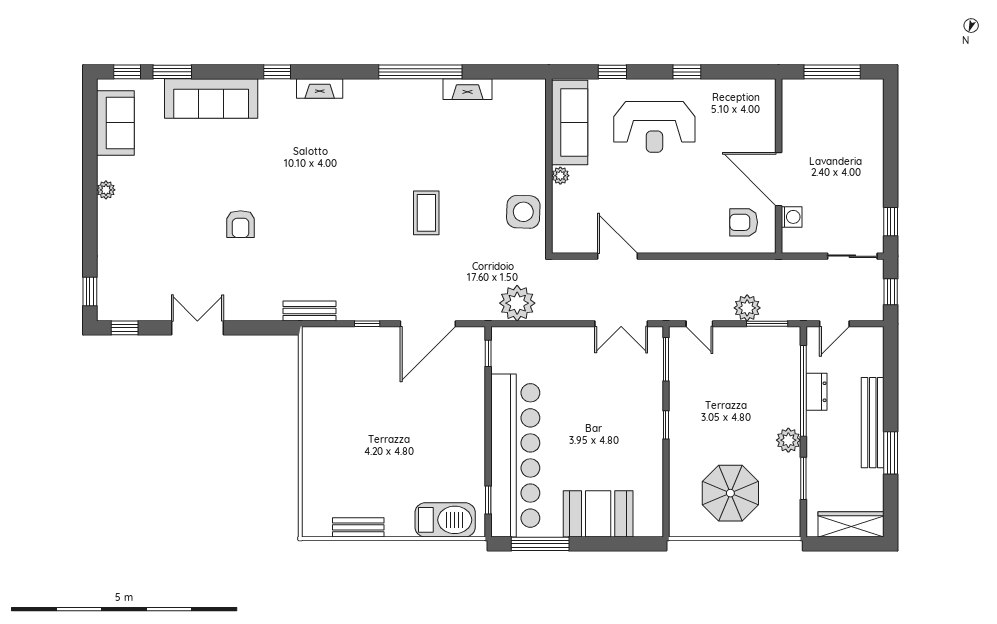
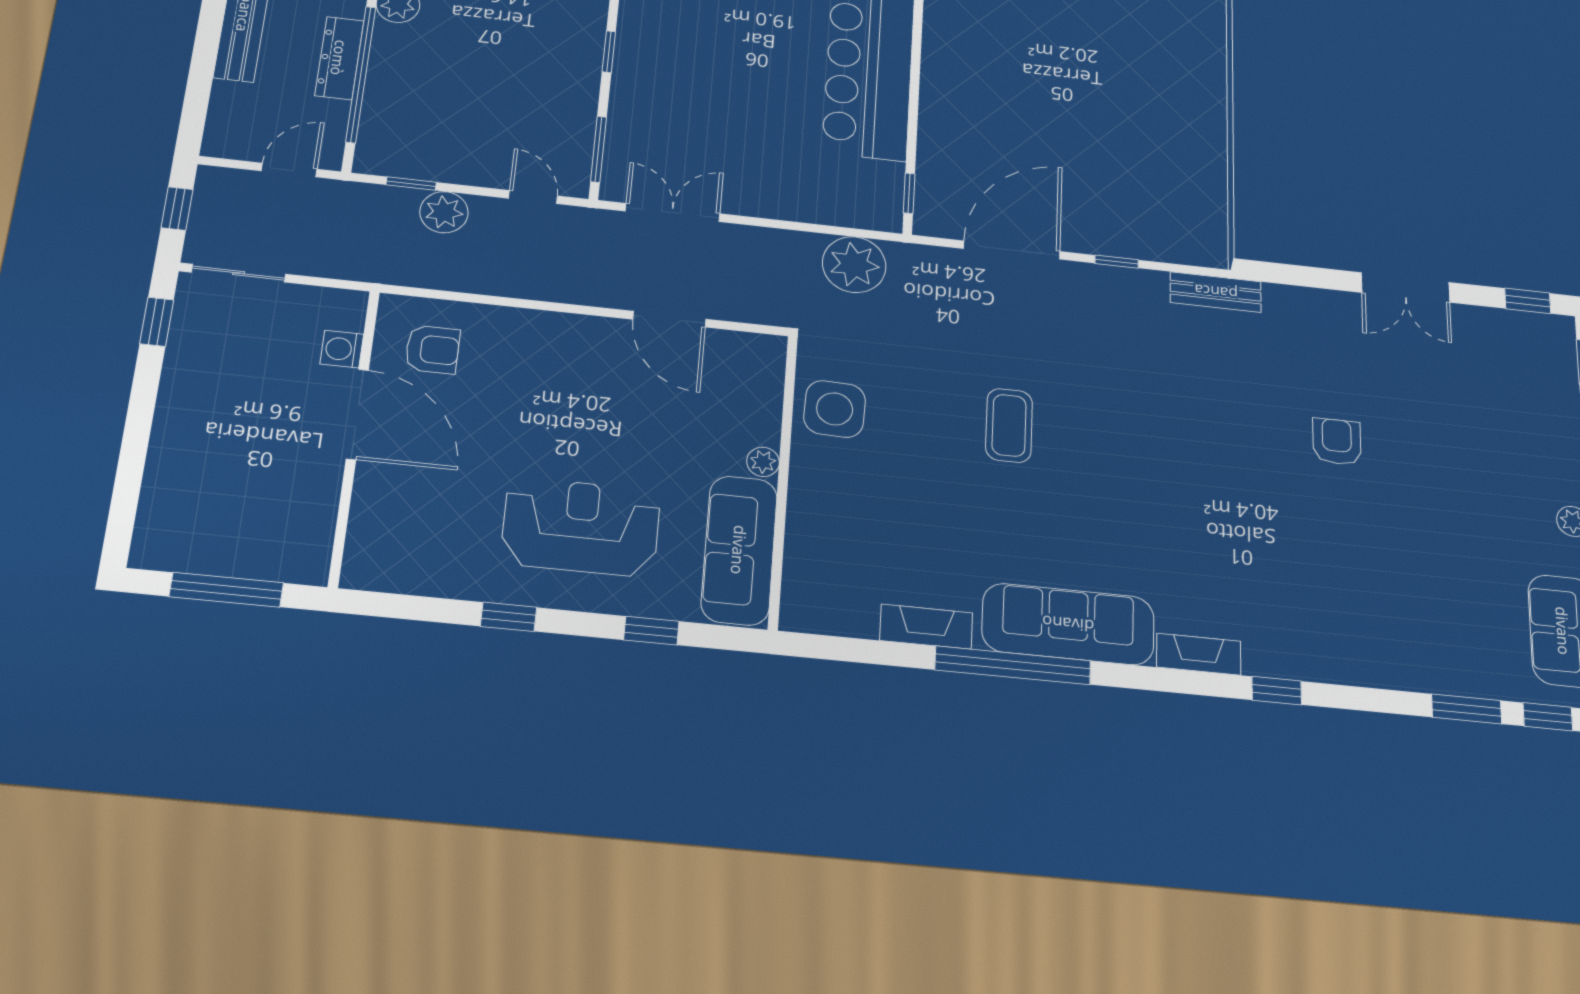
sofa: (211, 99) -> (1068, 624), moved
window: (767, 324) -> (411, 184), width x0.67
dresser: (816, 392) -> (339, 58), width x1.44

